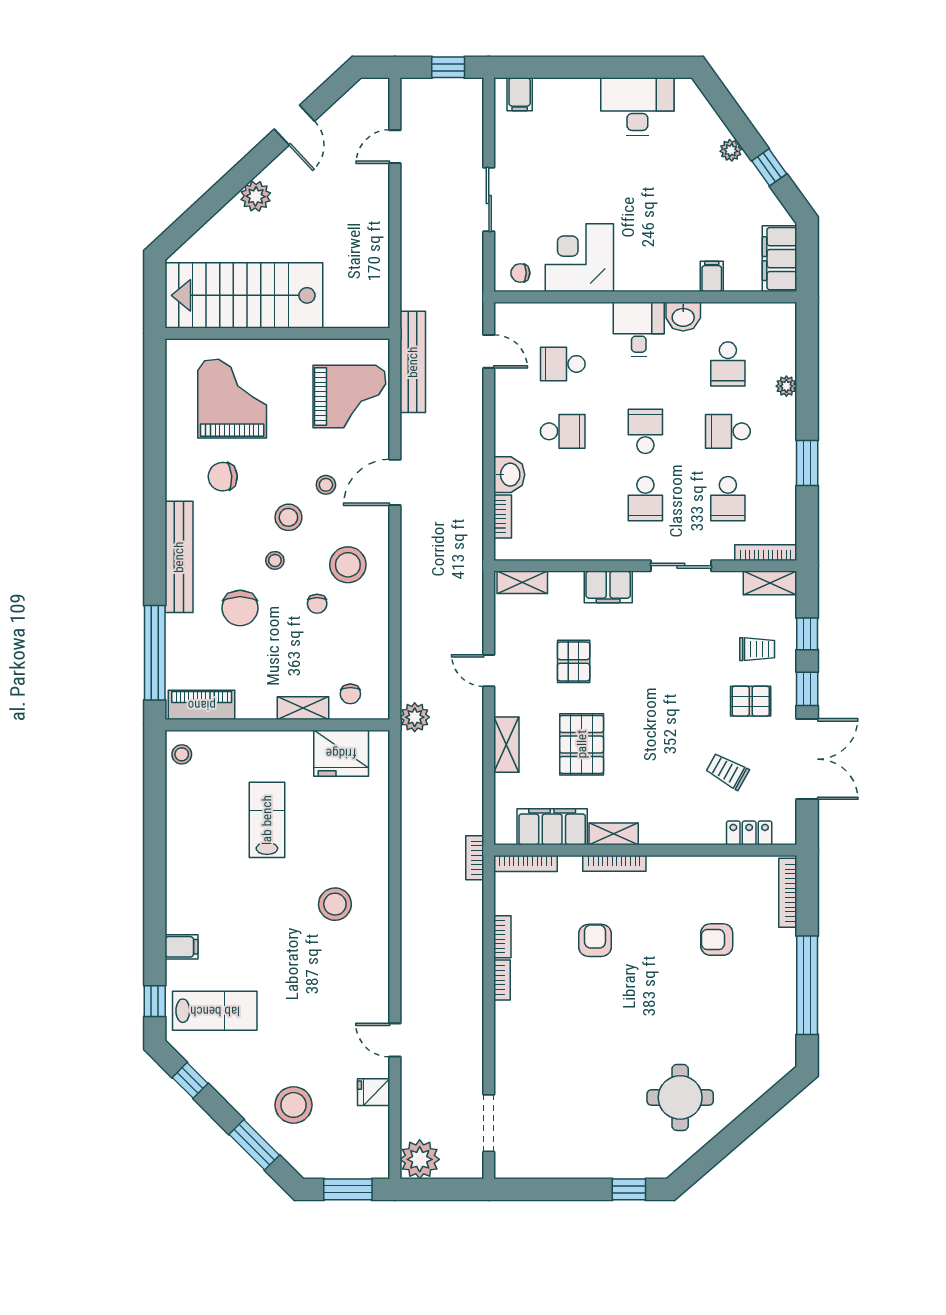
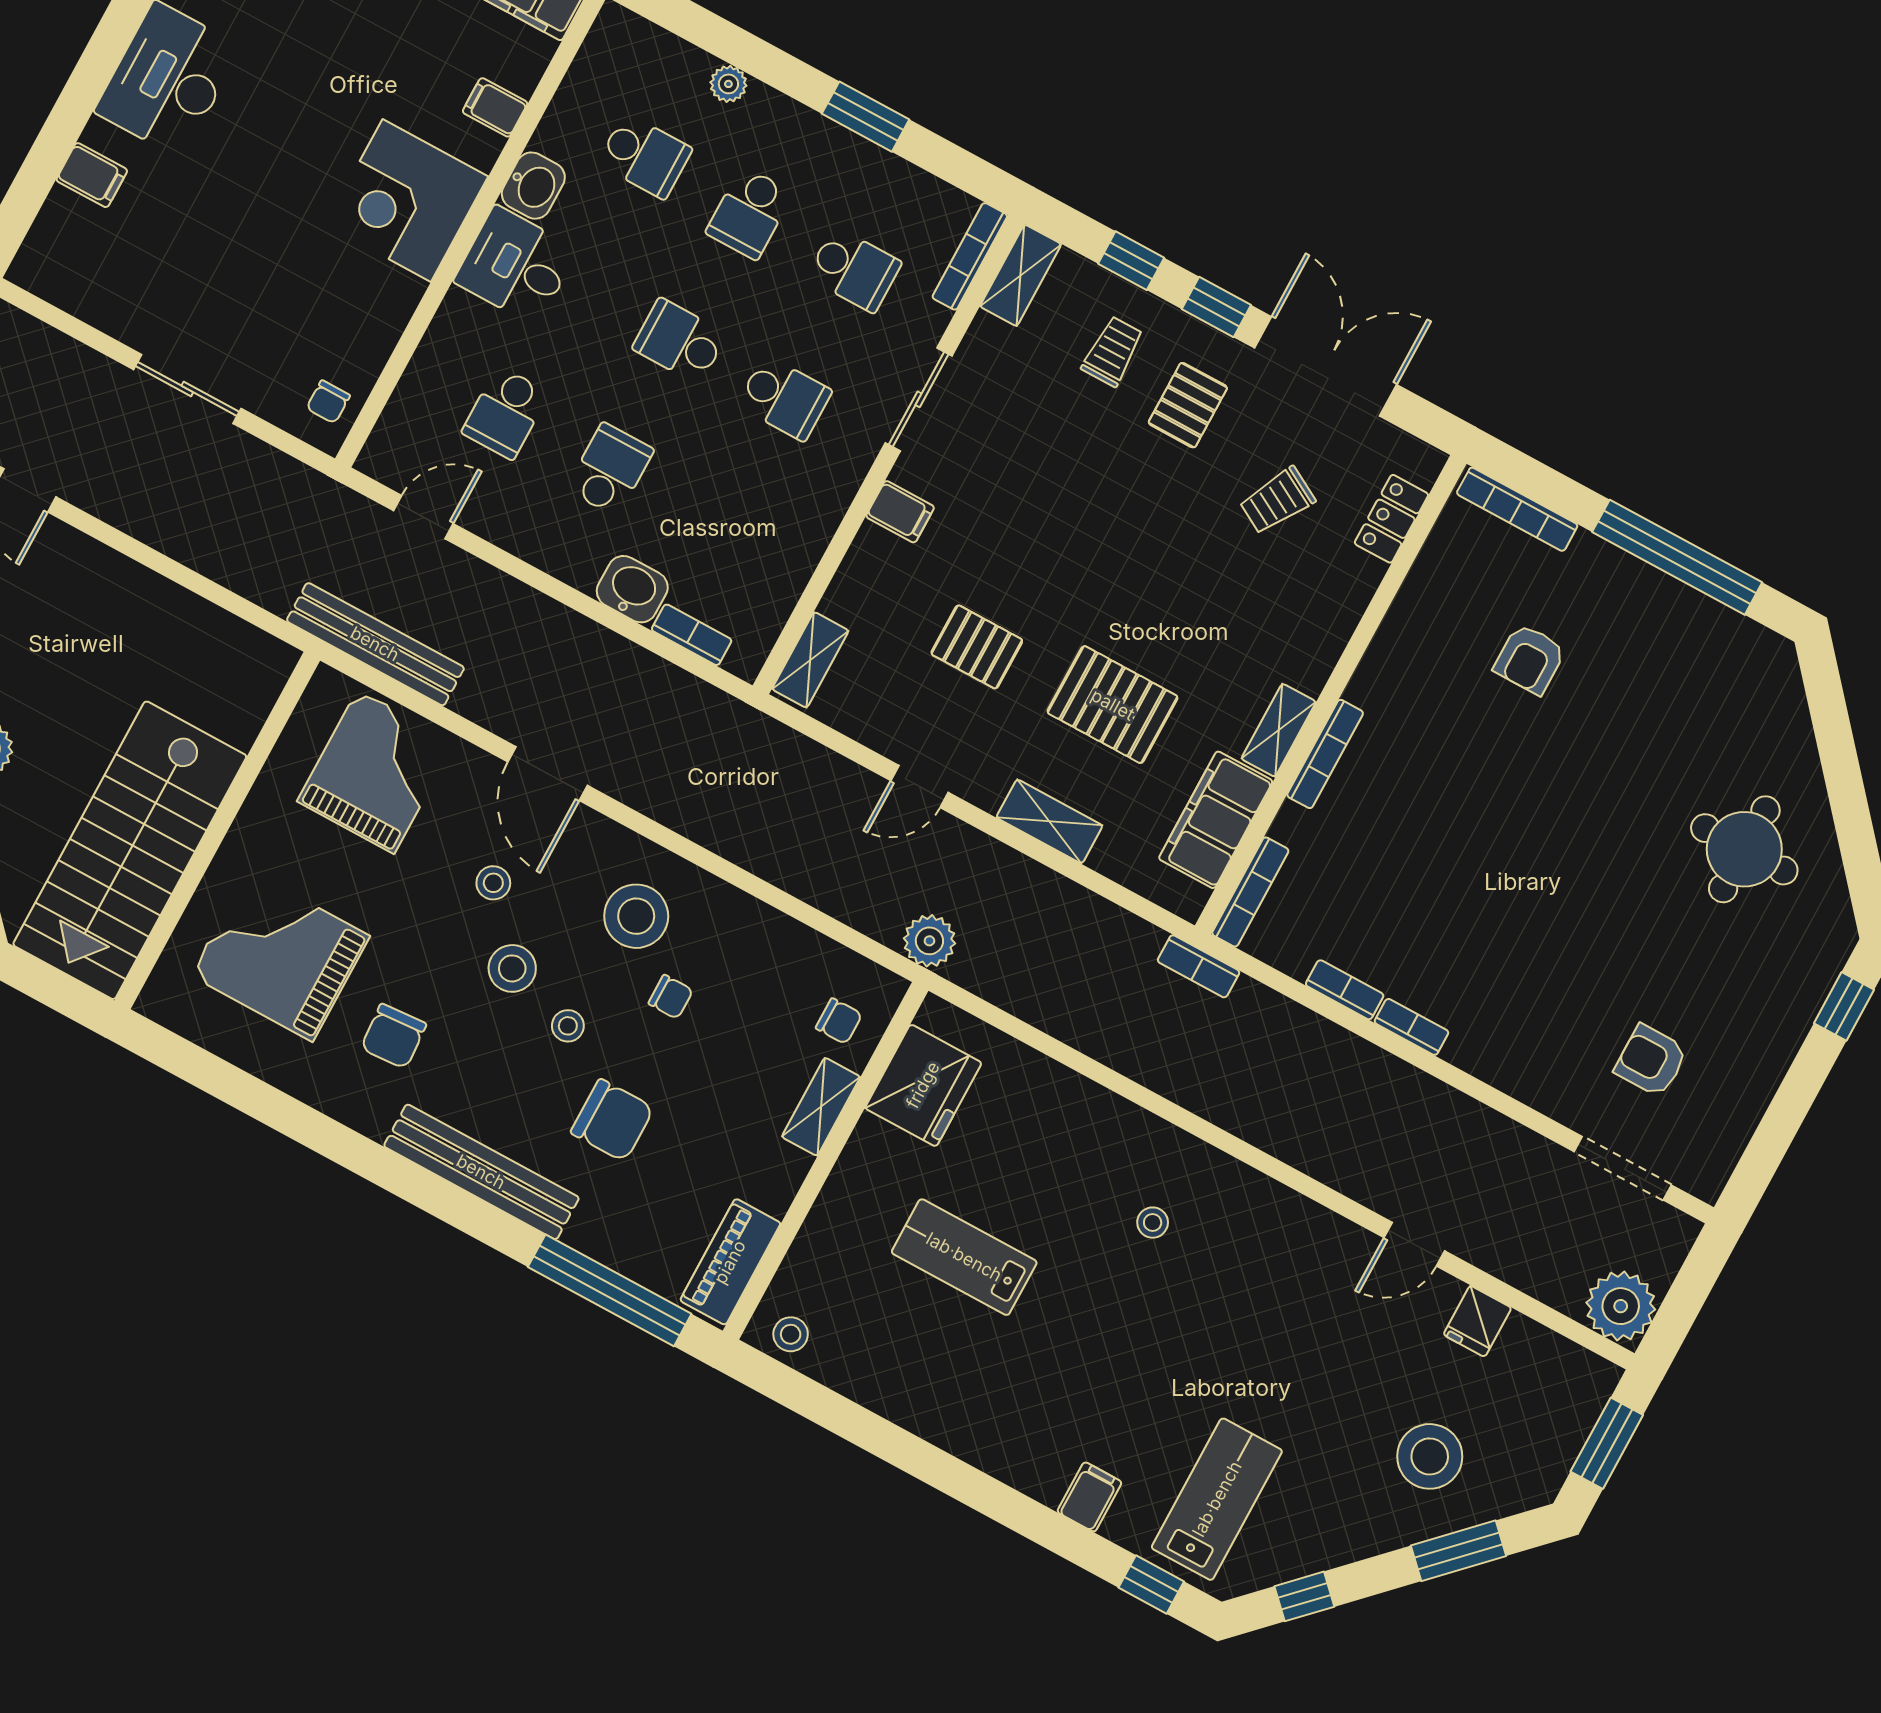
filing cabinet: (520, 94) -> (92, 175), moved
corner desk: (579, 258) -> (407, 200), moved
filing cabinet: (608, 587) -> (900, 512), width x0.50
stool: (335, 904) -> (1153, 1223), width x0.53, depth x0.53
armchair: (595, 940) -> (1651, 1061), moved

